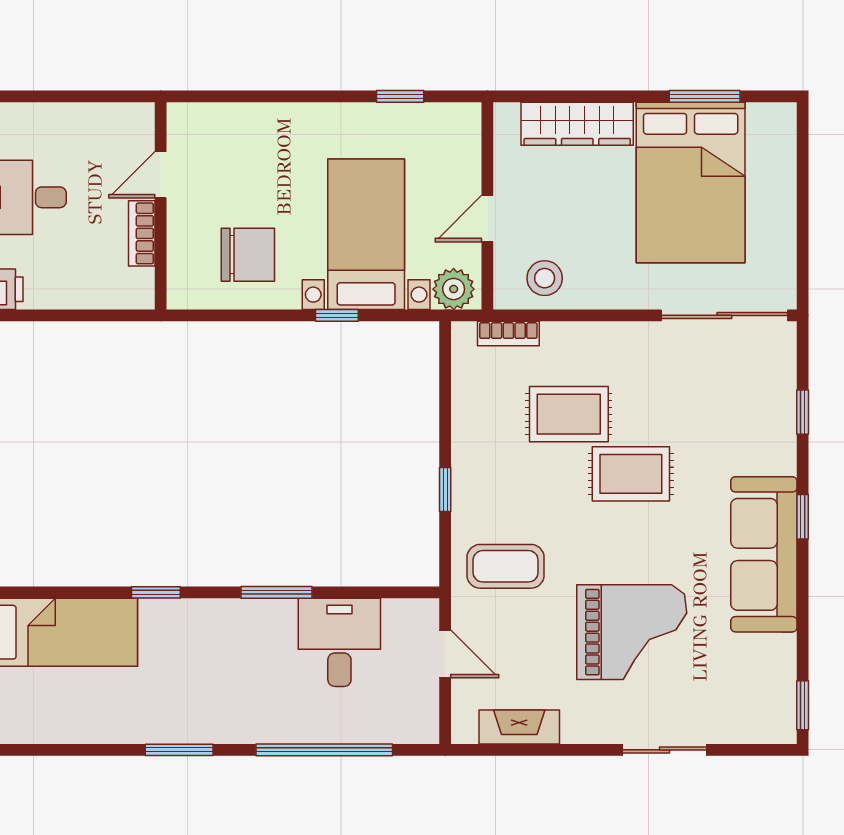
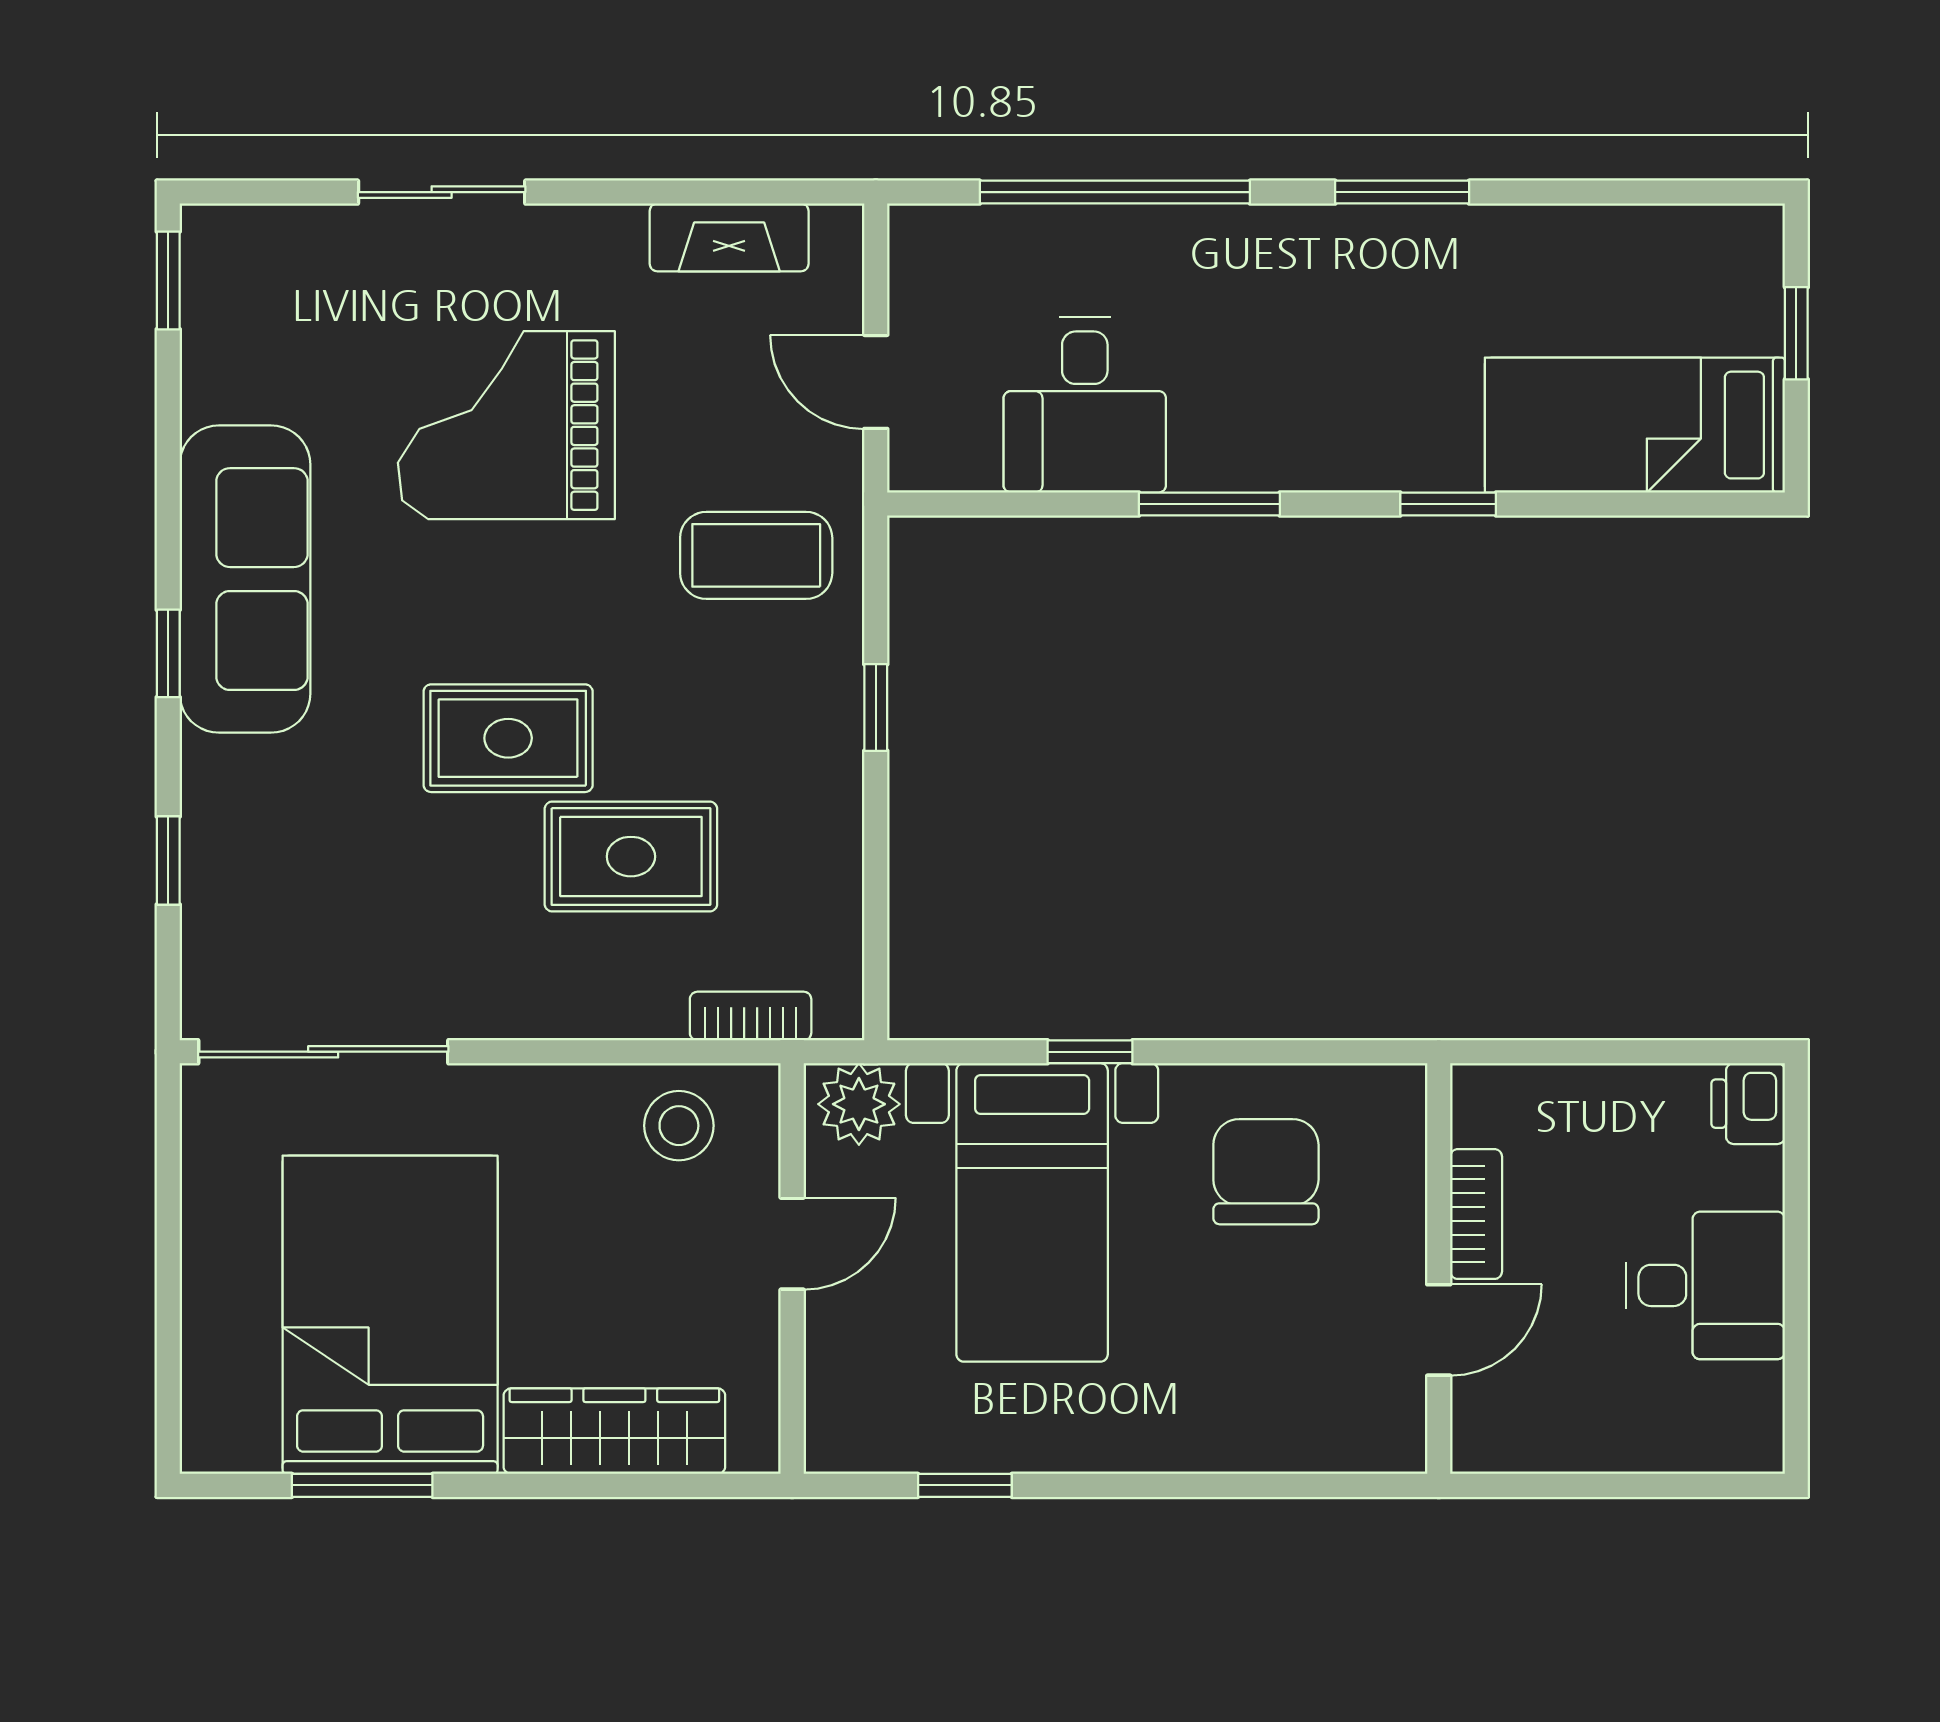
chair: (248, 255) -> (1266, 1172), turned 90

